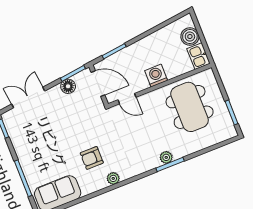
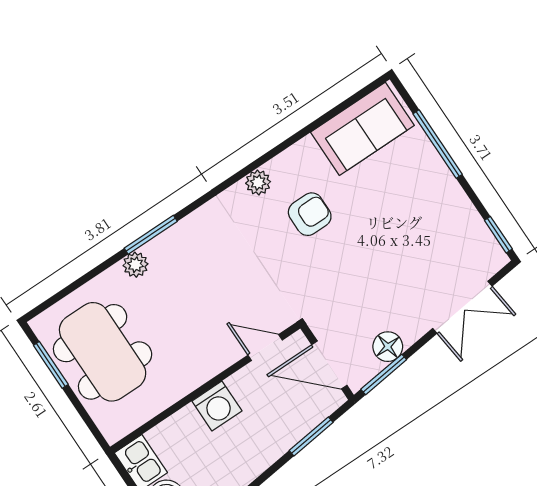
dining table: (190, 107) -> (103, 352), moved
plant: (166, 157) -> (135, 265), moved

